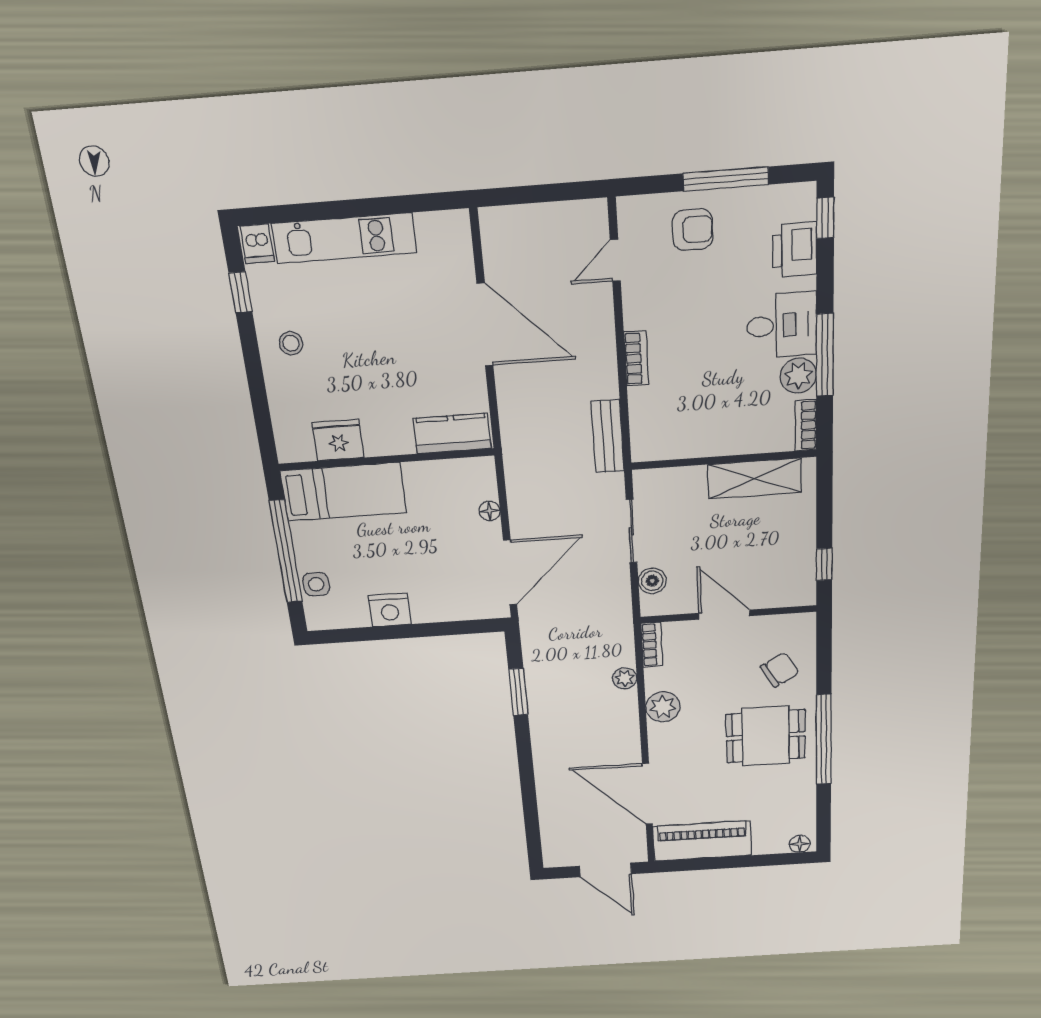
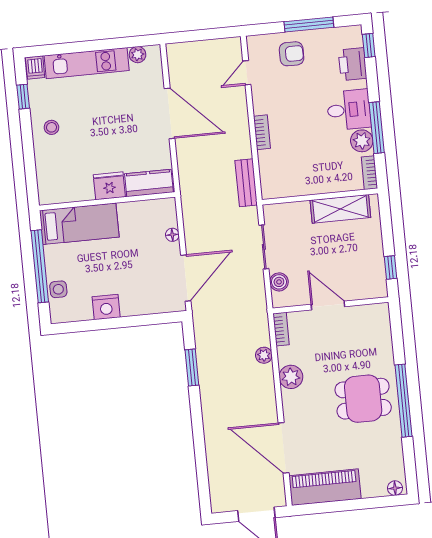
plant: (430, 225) -> (138, 55), added
fridge: (338, 440) -> (109, 186), moved
chair: (780, 670) -> (368, 346), removed

